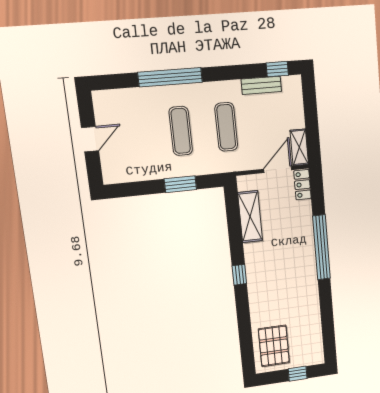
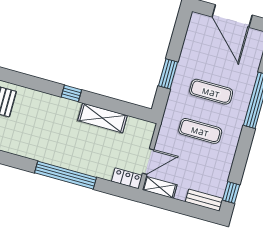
bench: (261, 85) -> (204, 200), moved, turned 90
door: (90, 139) -> (232, 16), width x1.87
door: (278, 169) -> (148, 161), hinge flipped
shelving: (250, 217) -> (103, 118), moved

